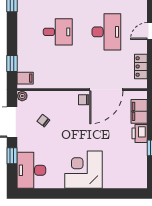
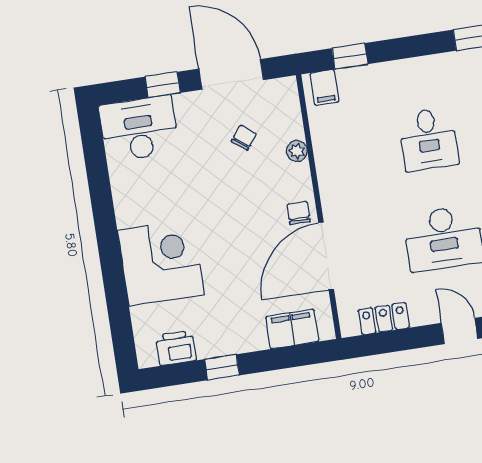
door: (106, 90) -> (326, 256), hinge flipped
plant: (22, 96) -> (297, 151), moved
printer: (140, 133) -> (176, 348), moved
corner desk: (84, 170) -> (161, 262), moved

